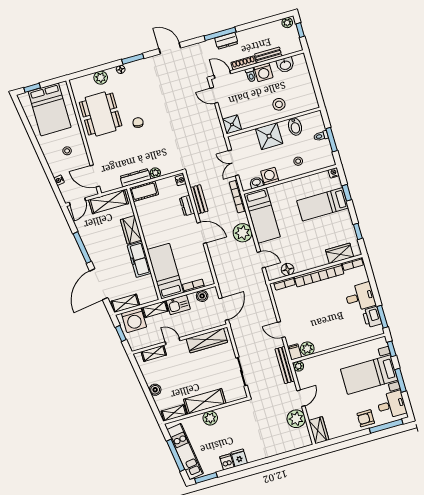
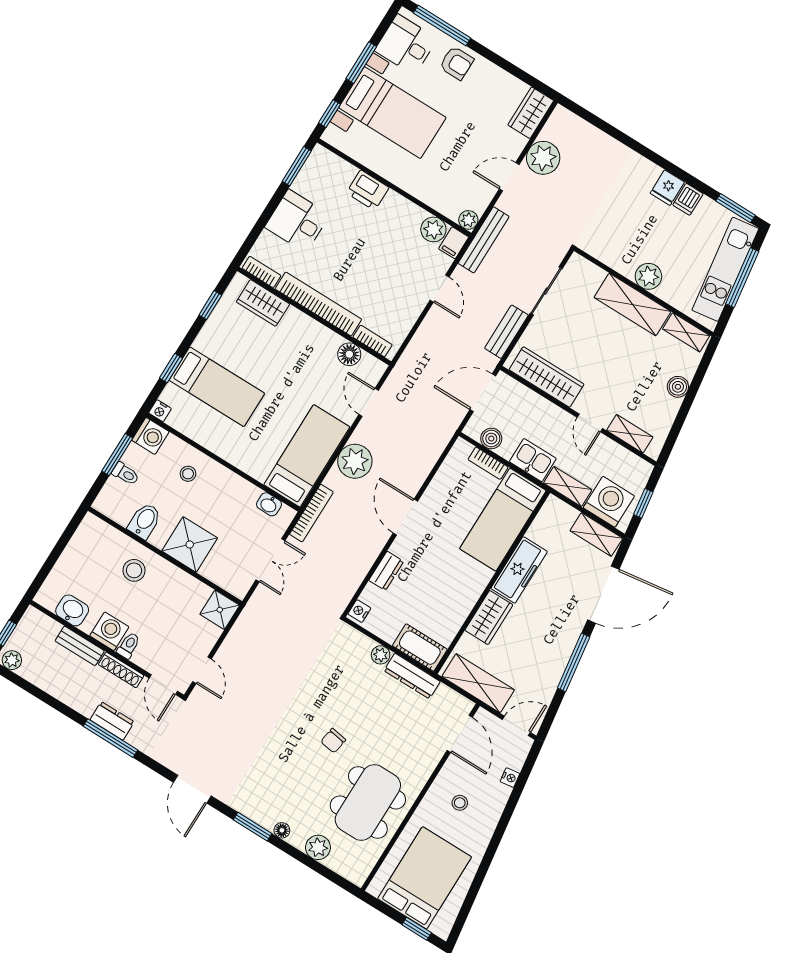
washing machine: (270, 176) -> (150, 436), moved, turned -90
bench: (199, 199) -> (506, 332), moved
printer: (372, 317) -> (368, 190), moved, turned 90

